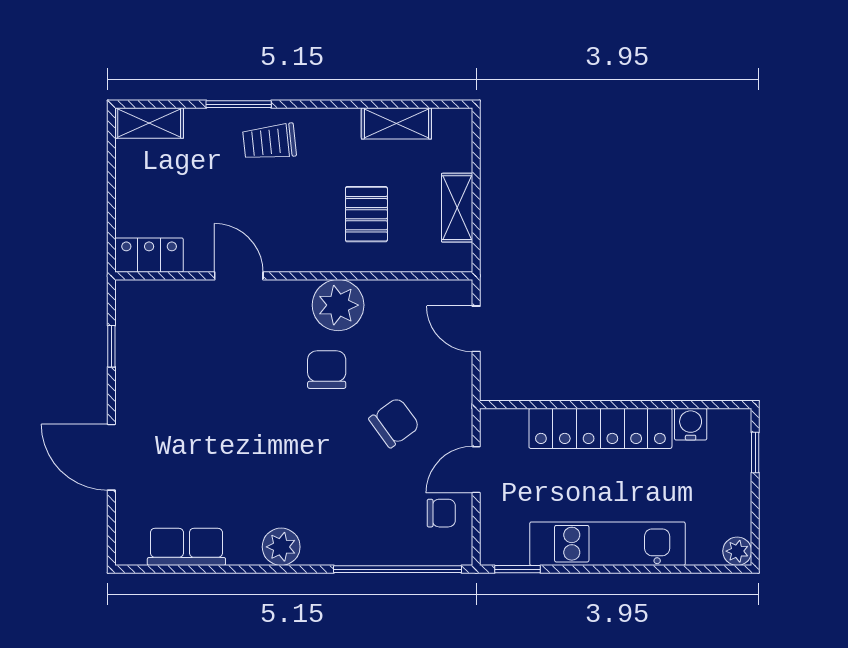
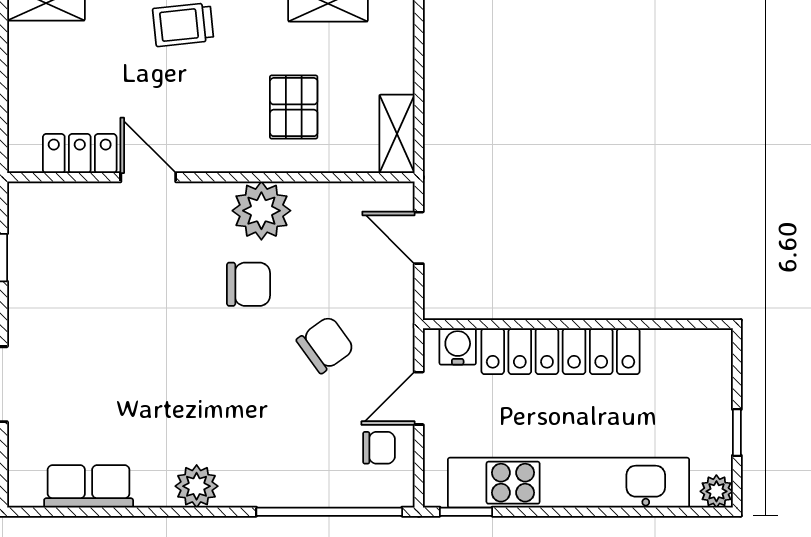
shelving: (457, 208) -> (397, 134), moved
locker: (149, 255) -> (80, 154), moved
chair: (327, 370) -> (248, 284), turned 90
water cooler: (691, 424) -> (458, 346), moved
window: (755, 453) -> (737, 432), moved
kitchen unit: (607, 544) -> (569, 483), width x1.36

